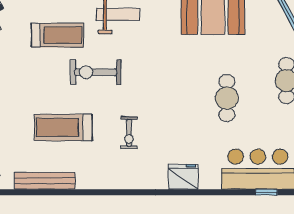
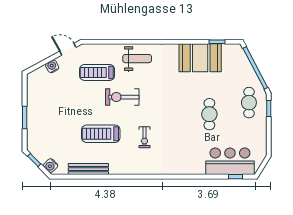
treadmill: (58, 35) -> (97, 72), turned 180
fridge: (183, 177) -> (180, 166), removed

